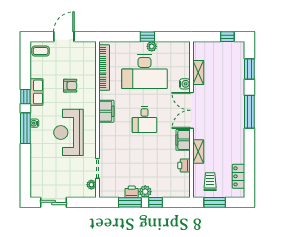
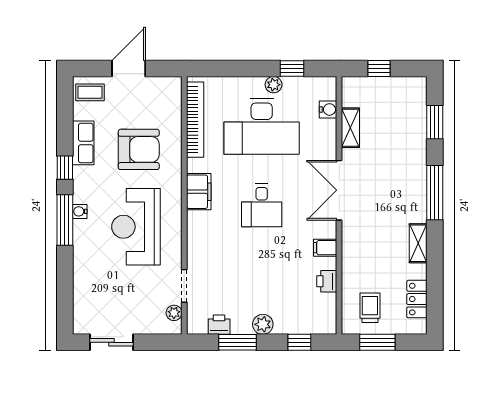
window: (147, 37) -> (292, 68), moved
window: (227, 37) -> (379, 68), moved
water cooler: (185, 84) -> (328, 109), moved
armchair: (70, 86) -> (139, 149), width x1.88, depth x1.88
row of seats: (36, 92) -> (83, 143), moved
filing cabinet: (183, 140) -> (325, 248), width x0.50
shelving: (198, 152) -> (418, 243), moved
printer: (132, 192) -> (219, 325), moved
window: (156, 202) -> (299, 342), moved

